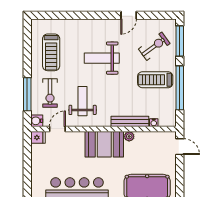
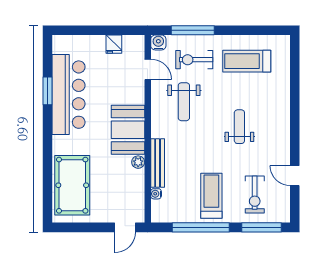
door: (129, 15) -> (295, 176), moved
exercise bike: (154, 46) -> (255, 194), turned 36
weight bench: (102, 58) -> (239, 127), width x0.73, depth x0.75
weight bench: (83, 101) -> (184, 102), turned 90
fridge: (38, 137) -> (114, 44), moved

